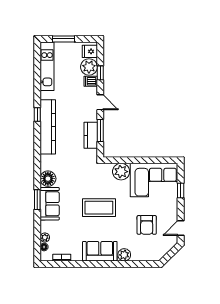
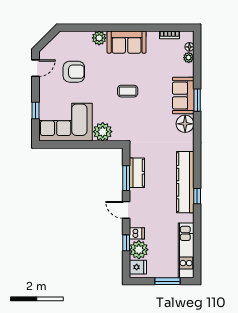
coffee table: (99, 208) -> (128, 91), width x0.54, depth x0.58
armchair: (147, 225) -> (74, 72), turned 90

